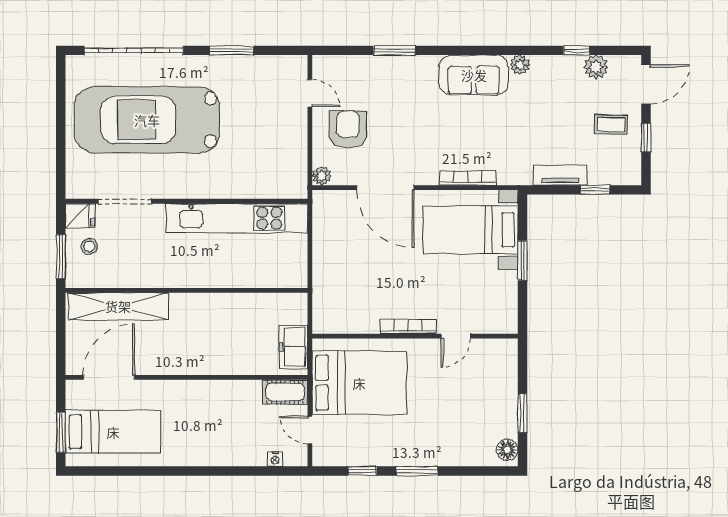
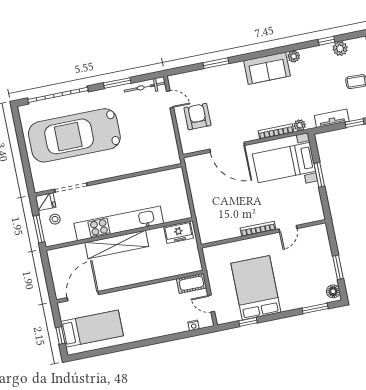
bicycle: (274, 66) -> (145, 87), added
plant: (322, 176) -> (300, 125), moved
kitchen unit: (237, 218) -> (119, 223), moved, turned 180
shelving: (118, 306) -> (117, 245), moved
freezer: (294, 347) -> (179, 232), moved, turned -90
bed: (359, 383) -> (256, 288), moved, turned -90
window: (61, 432) -> (60, 335), width x0.67
window: (417, 471) -> (315, 308), moved

